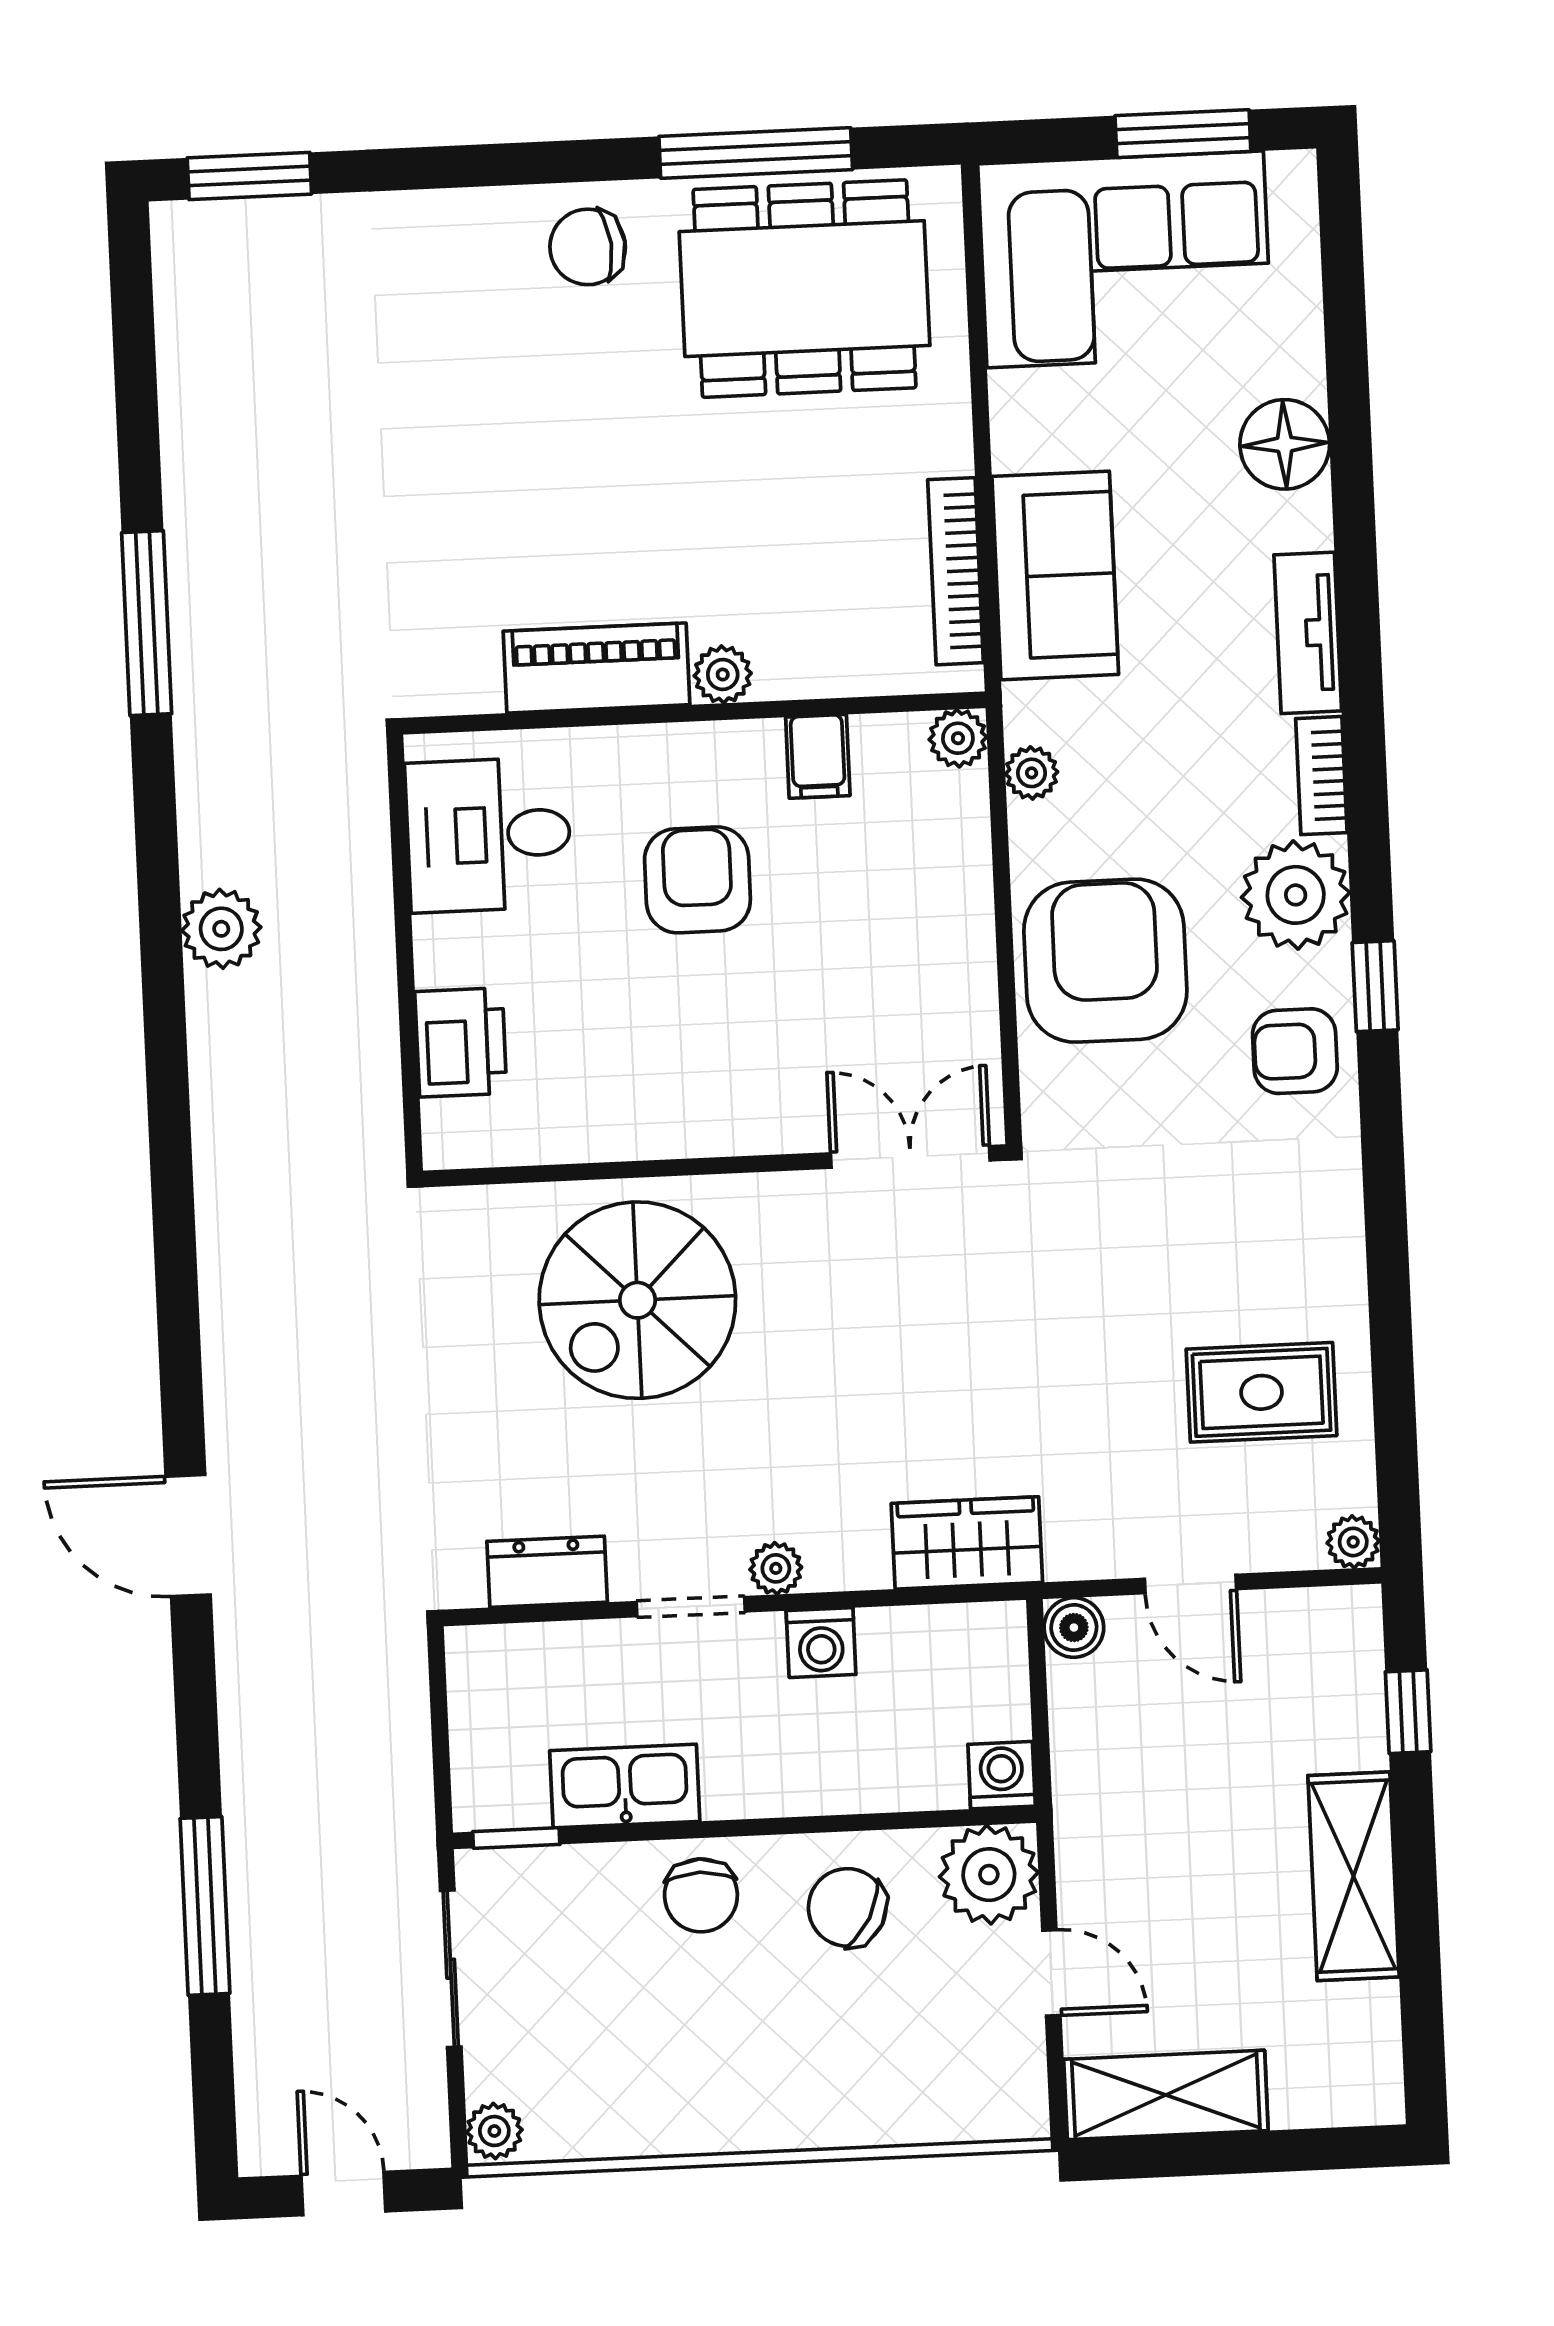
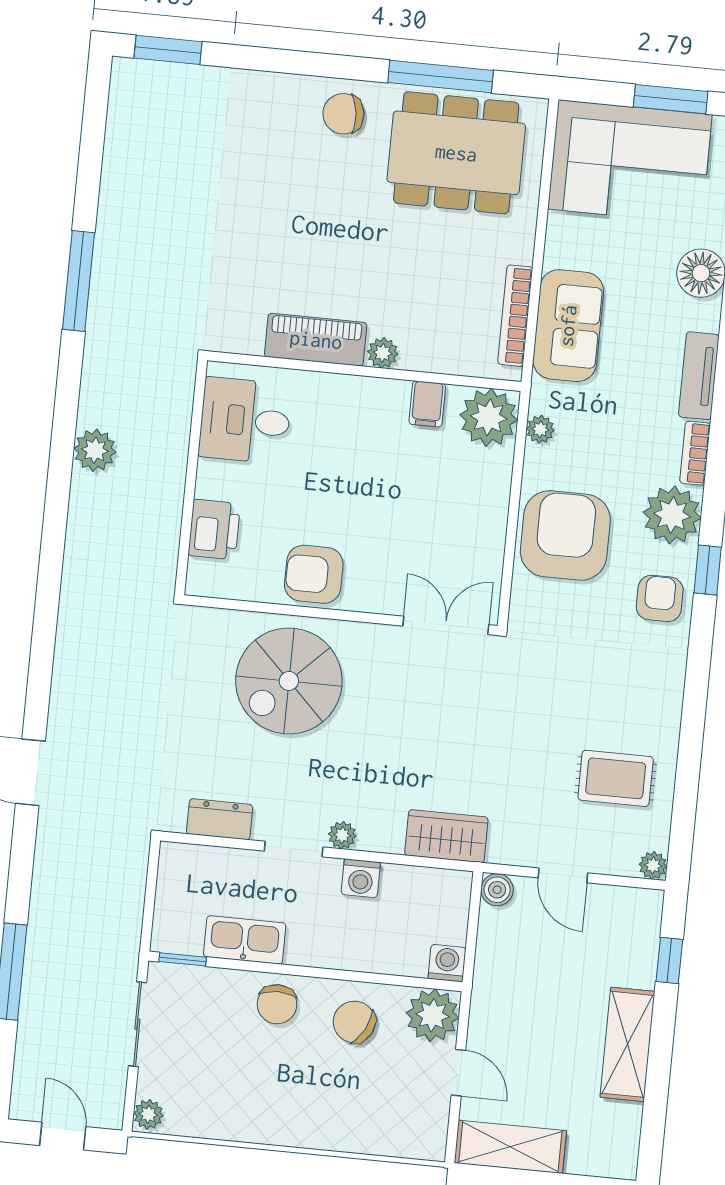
plant: (958, 738) -> (489, 417), width x1.88, depth x1.88
armchair: (697, 880) -> (314, 574), moved, turned -90
armchair: (1295, 1051) -> (660, 598), turned 90

